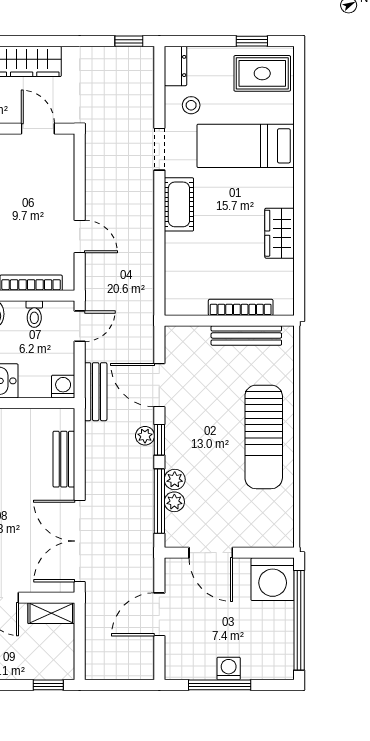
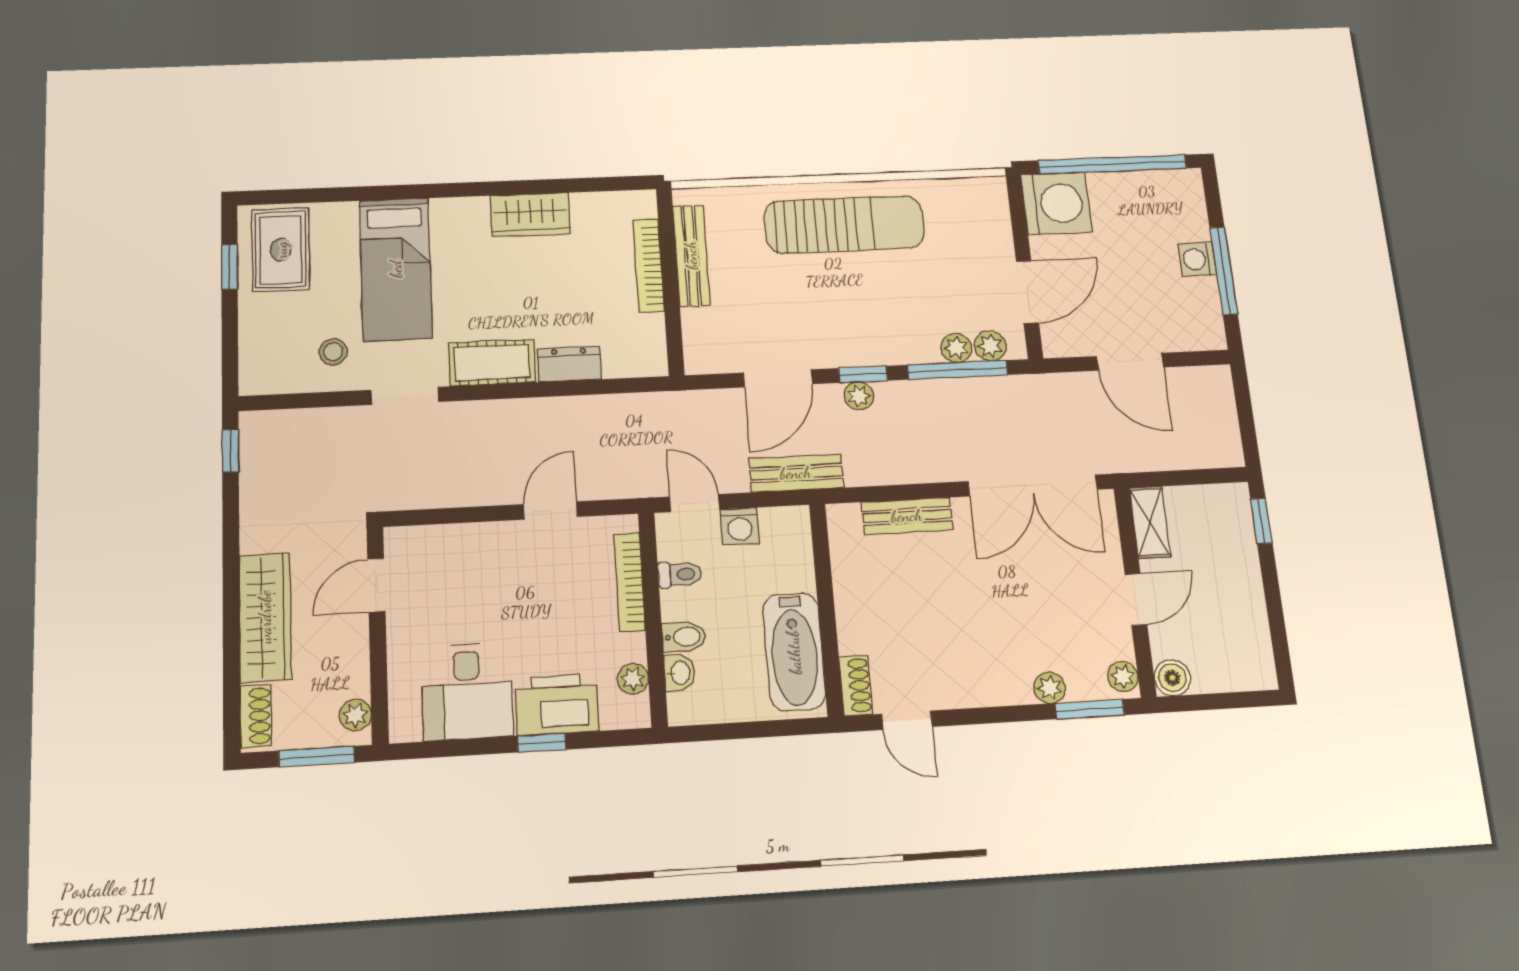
dresser: (176, 66) -> (569, 364), moved
washing machine: (63, 387) -> (740, 526), moved, turned -90
plant: (175, 480) -> (990, 346), moved

